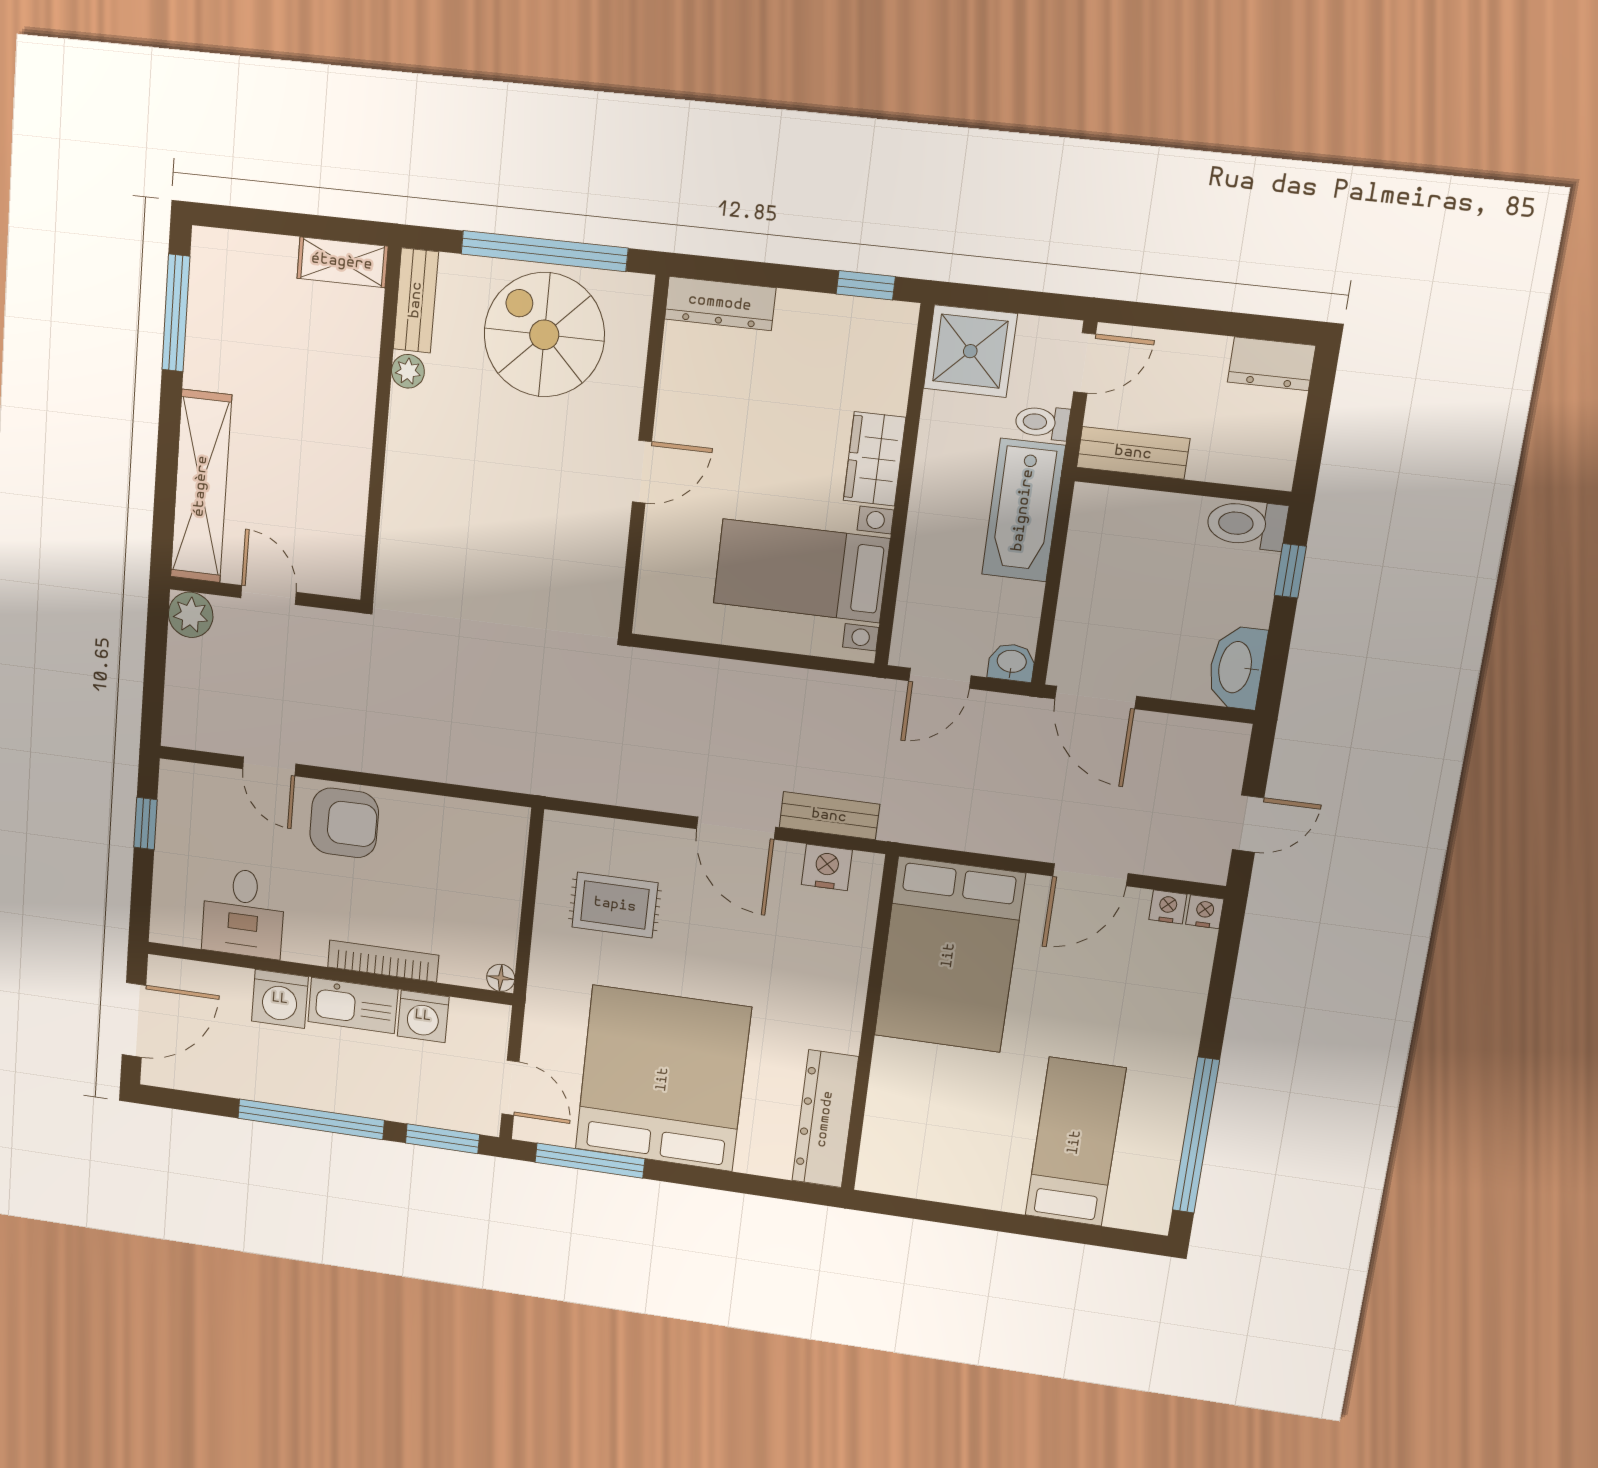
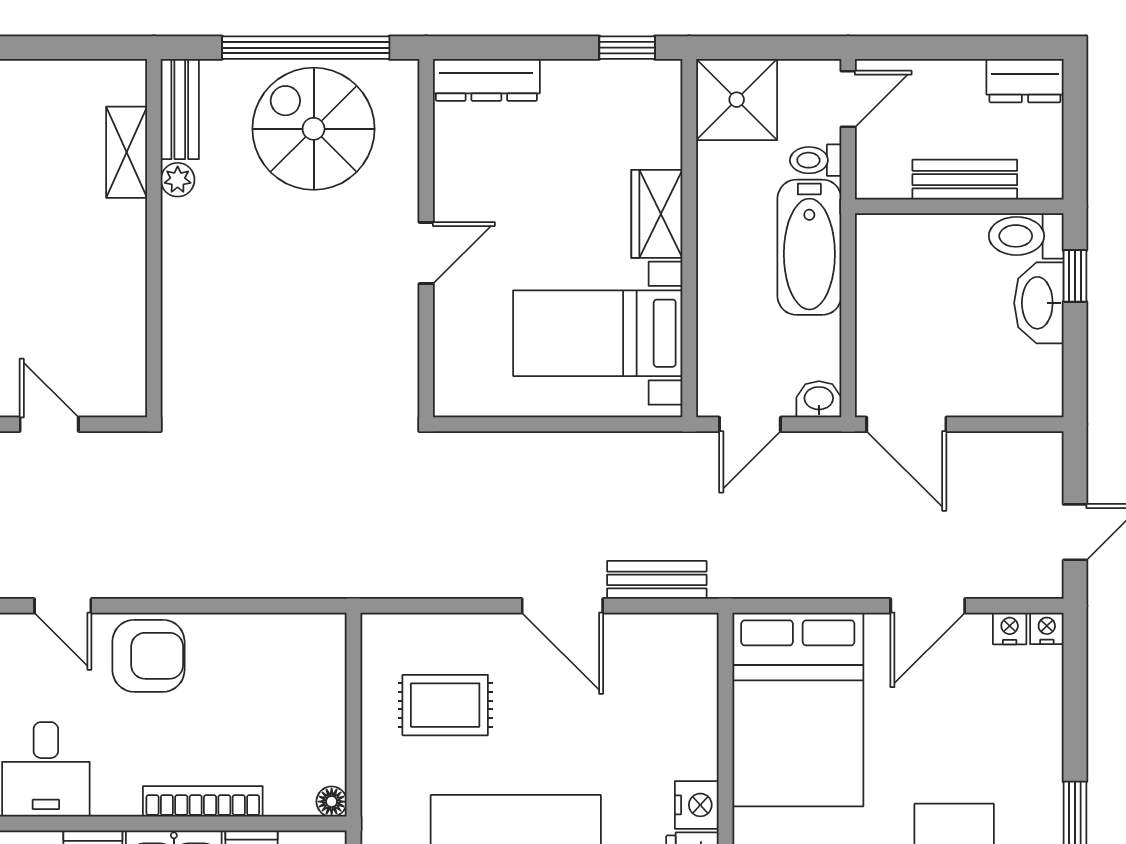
shelving: (342, 262) -> (127, 152), moved, turned 90
bench: (1133, 453) -> (965, 180), moved
washbasin: (1237, 667) -> (1039, 303), moved
nightstand: (827, 867) -> (697, 805), moved, turned 90

